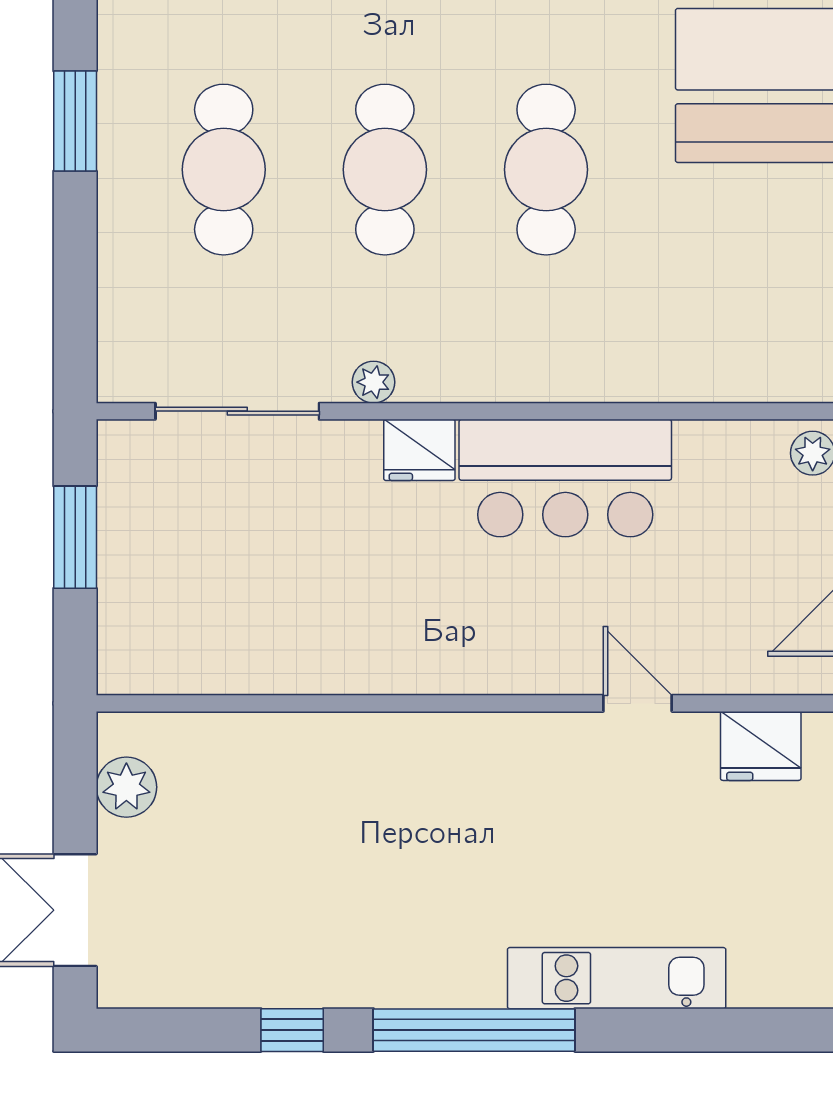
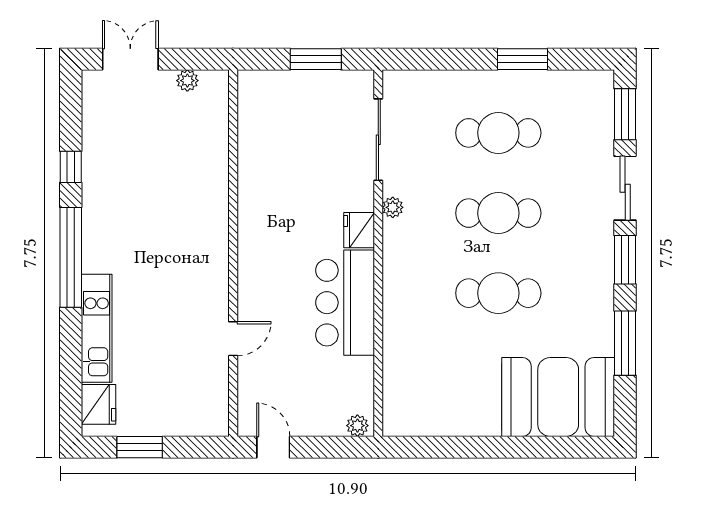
fridge: (761, 746) -> (98, 404), moved, turned 180
plant: (126, 787) -> (187, 81), width x0.73, depth x0.73

